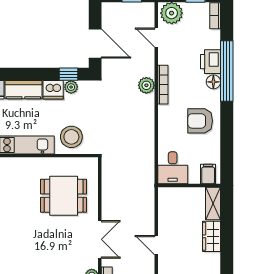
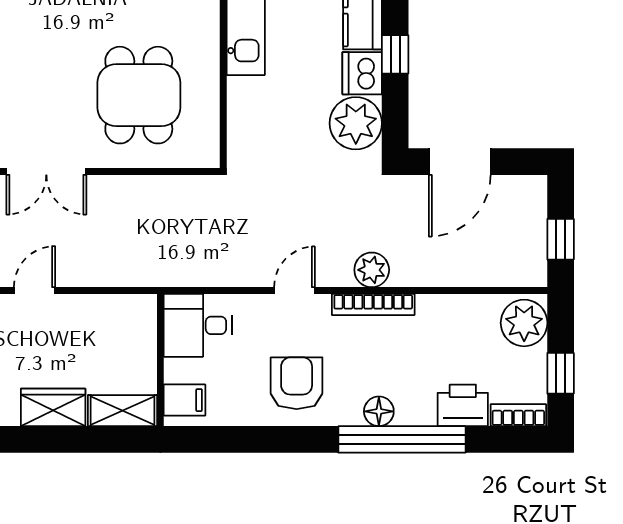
door: (156, 38) -> (294, 291), moved
printer: (211, 62) -> (463, 405), moved
window: (68, 74) -> (395, 54), moved
plant: (71, 87) -> (356, 123), width x1.88, depth x1.88
stool: (71, 137) -> (263, 112), removed

